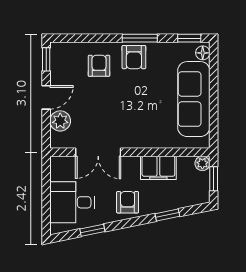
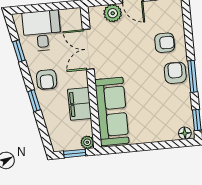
armchair: (134, 57) -> (175, 73), turned 90
sofa: (194, 99) -> (112, 111), moved, turned 90
armchair: (128, 202) -> (47, 80), turned 90
window: (167, 215) -> (34, 101), moved

